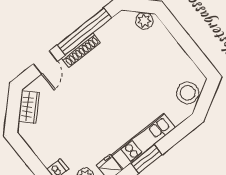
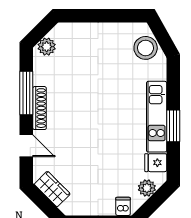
plant: (144, 21) -> (47, 47), moved
window: (84, 31) -> (26, 93), width x0.68

